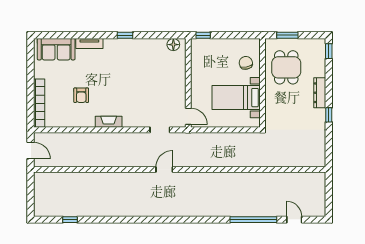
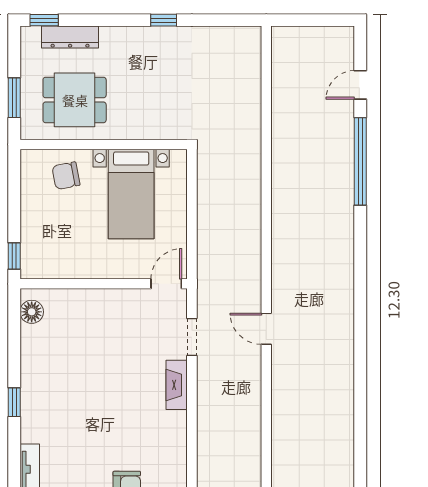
dresser: (320, 93) -> (70, 37), moved
fireplace: (109, 122) -> (177, 385), moved

